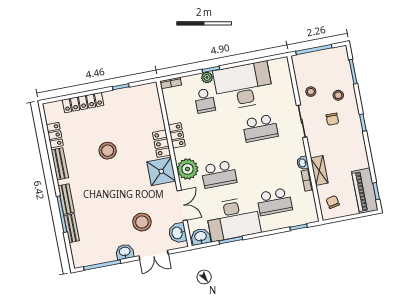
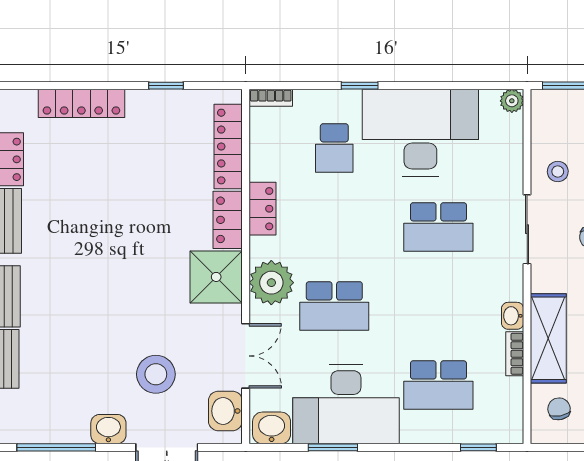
plant: (207, 77) -> (512, 101), moved
locker: (155, 110) -> (228, 147), added
stool: (108, 151) -> (113, 213), removed
shelving: (319, 170) -> (548, 338), width x1.50, depth x1.33

